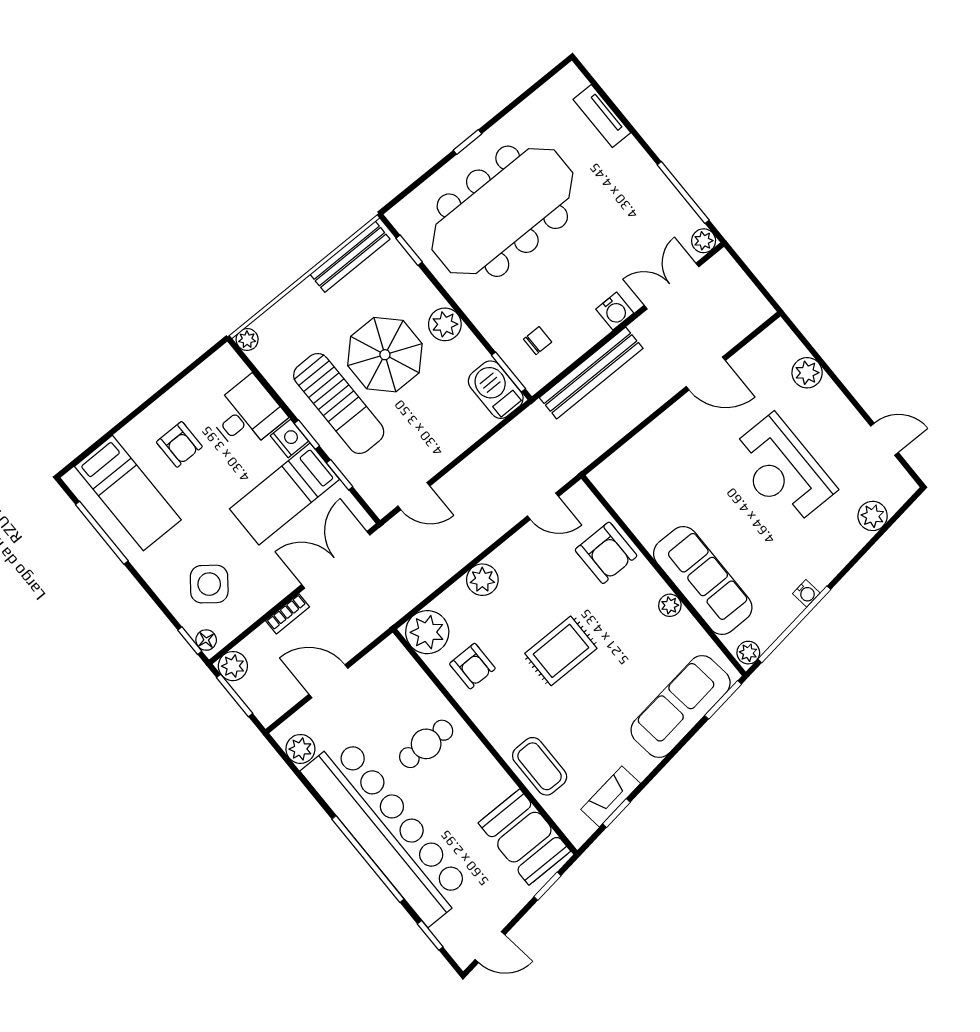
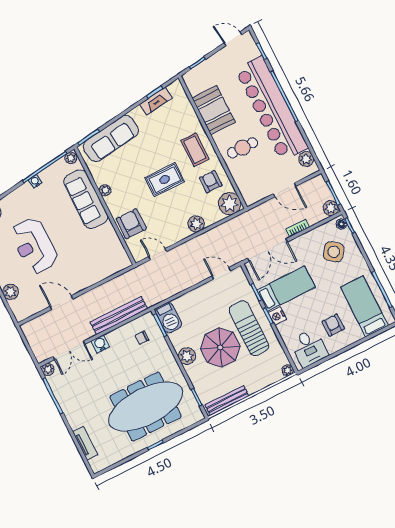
desk: (247, 415) -> (309, 348), moved, turned -90
reception desk: (782, 470) -> (34, 246), turned 180
coffee table: (540, 766) -> (195, 150), moved
booth: (524, 837) -> (214, 110), moved

